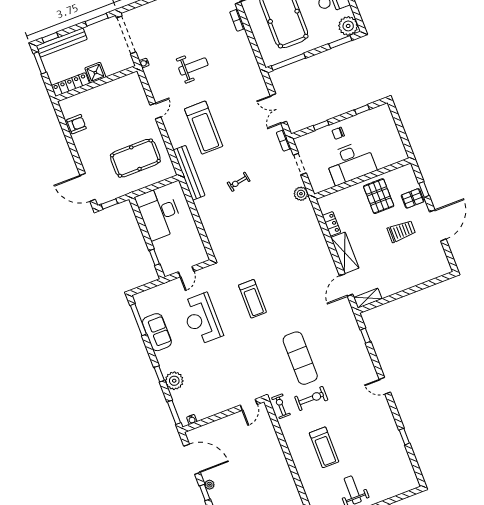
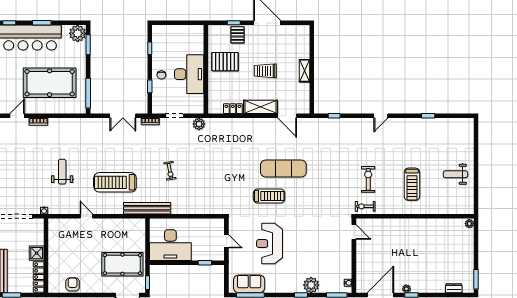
treadmill: (204, 128) -> (115, 182), turned 180
pool table: (135, 158) -> (122, 264), moved, turned 90
trolley: (401, 231) -> (265, 71), moved, turned -90
shelving: (368, 298) -> (304, 71), moved
reception desk: (202, 319) -> (270, 244), turned 90
sofa: (157, 332) -> (249, 284), moved
exercise mat: (300, 358) -> (283, 169), moved
treadmill: (324, 447) -> (412, 184), turned 90

